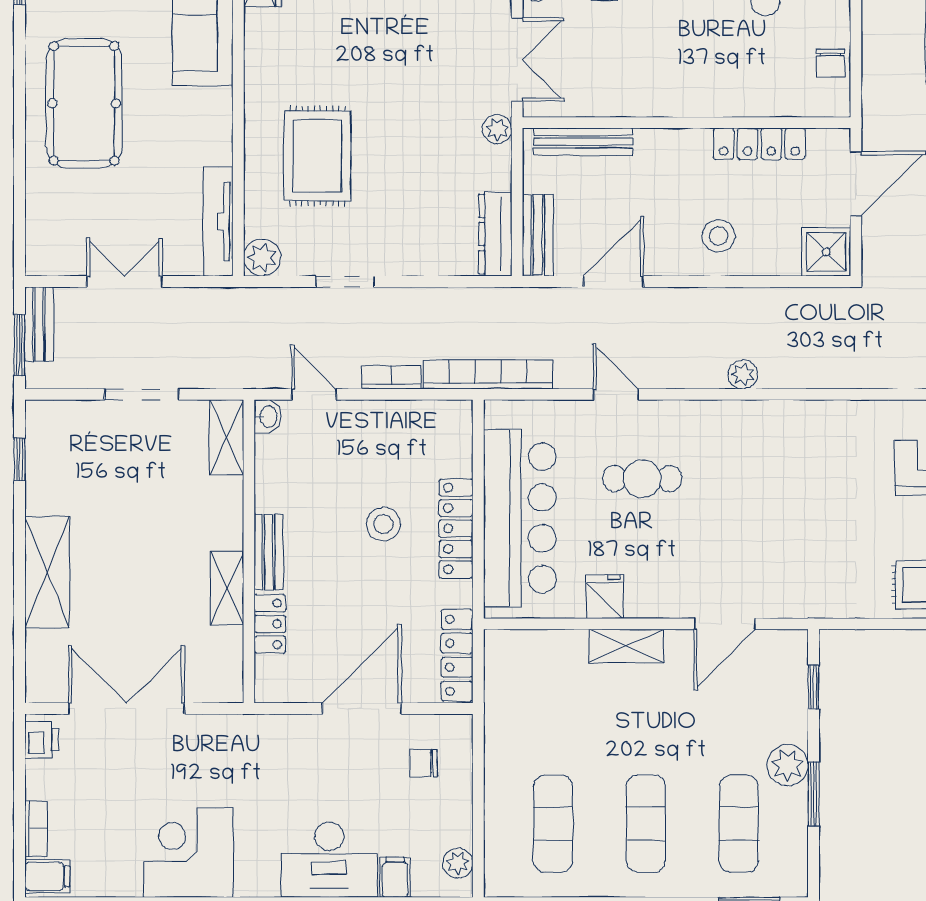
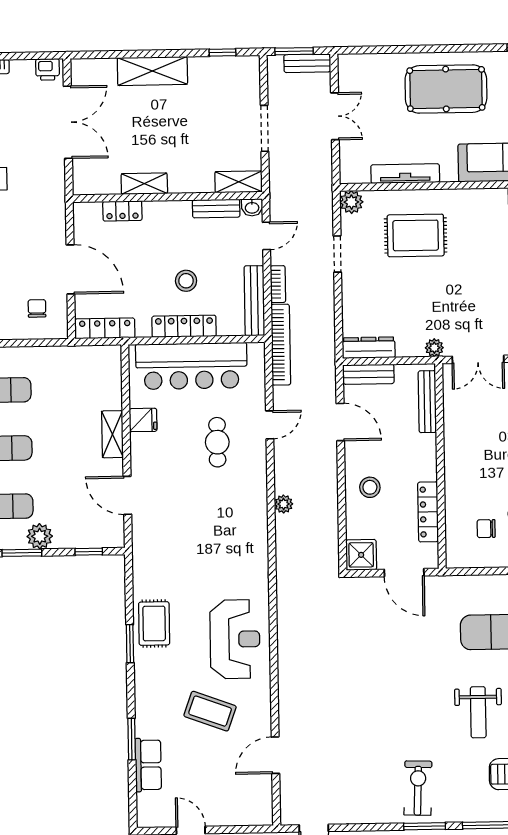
chair: (830, 63) -> (486, 529), moved
tv unit: (218, 221) -> (405, 174), moved
bench: (417, 415) -> (254, 301), added
bench: (269, 552) -> (216, 208), moved

